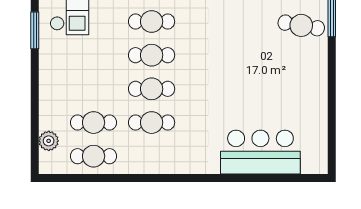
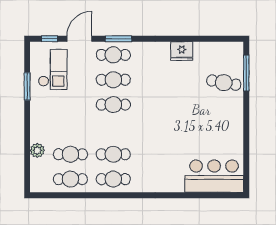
cafe table: (152, 89) -> (113, 179), moved
plant: (49, 141) -> (37, 150), moved
bar counter: (260, 152) -> (214, 176), moved

